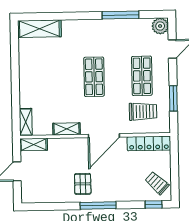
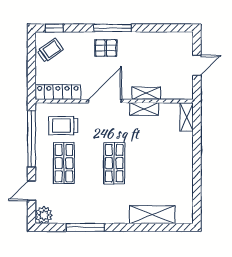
shelving: (39, 29) -> (152, 215), moved
window: (173, 98) -> (31, 139), width x2.11
shelving: (34, 145) -> (146, 93), moved
trolley: (157, 183) -> (50, 50), turned -78
pallet: (83, 184) -> (106, 48), moved, turned 90

